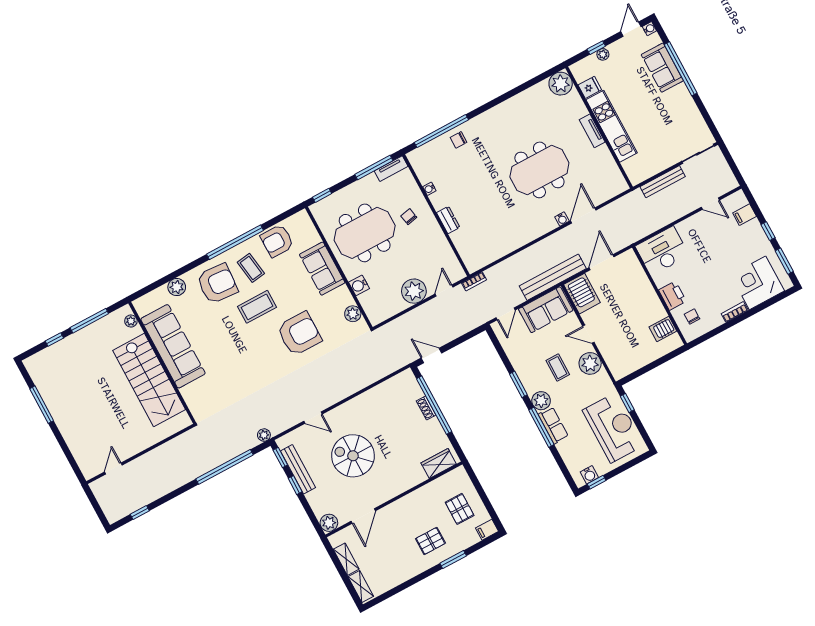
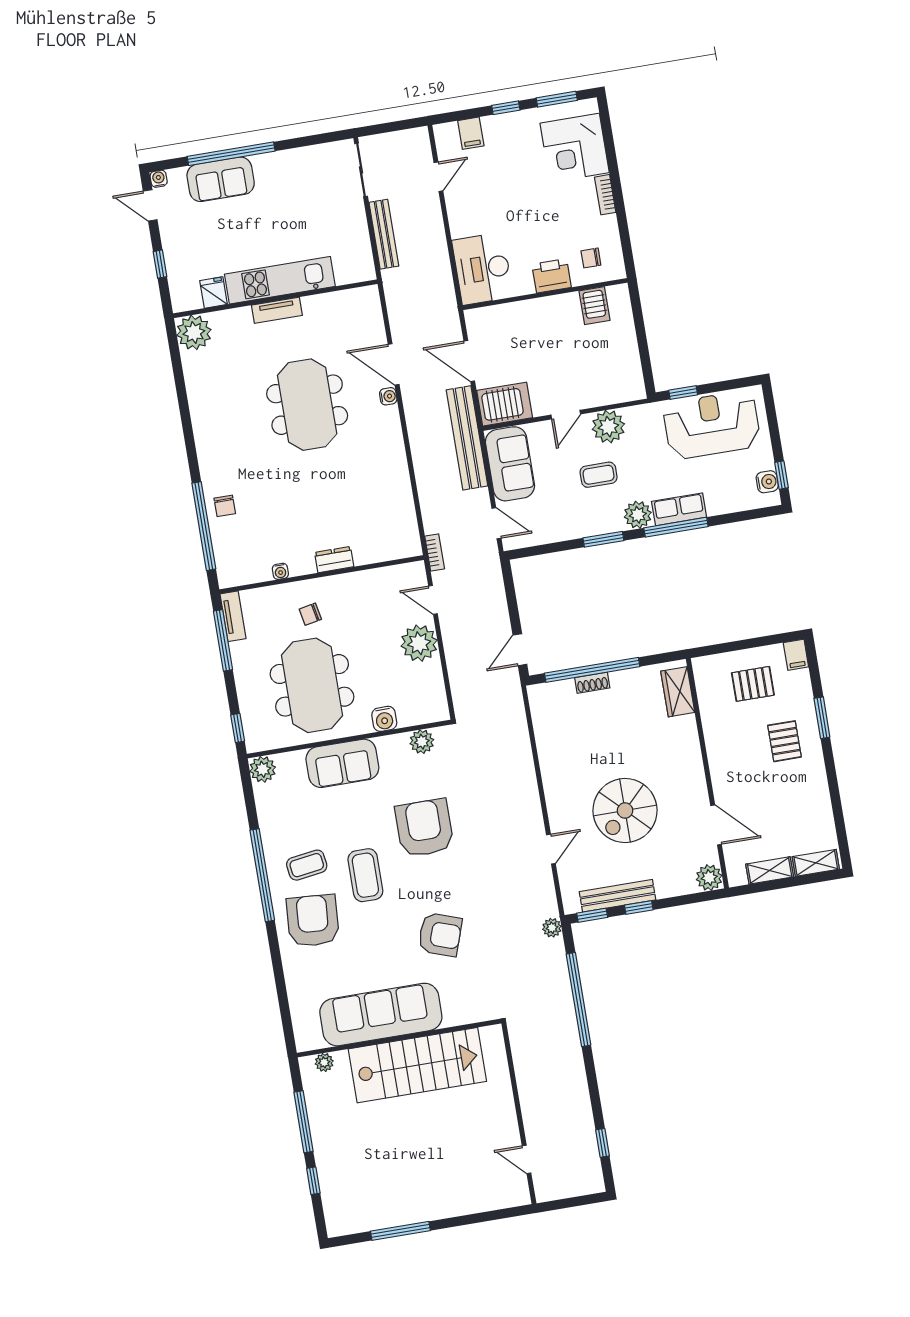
plant: (603, 54) -> (173, 258), removed
armchair: (277, 241) -> (440, 935), moved, turned -71
plant: (177, 287) -> (263, 769), moved

